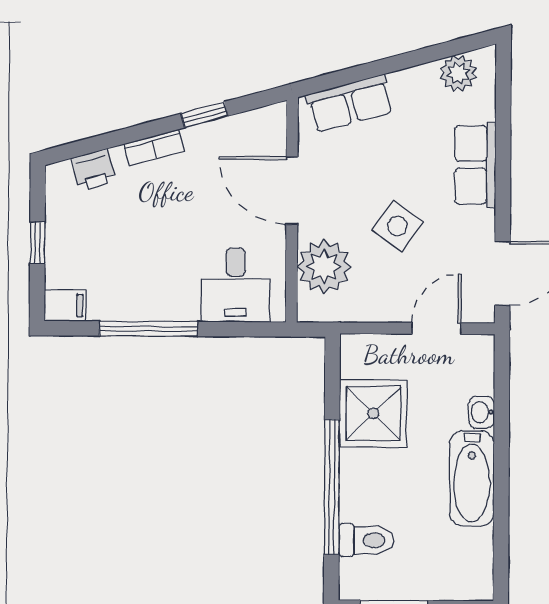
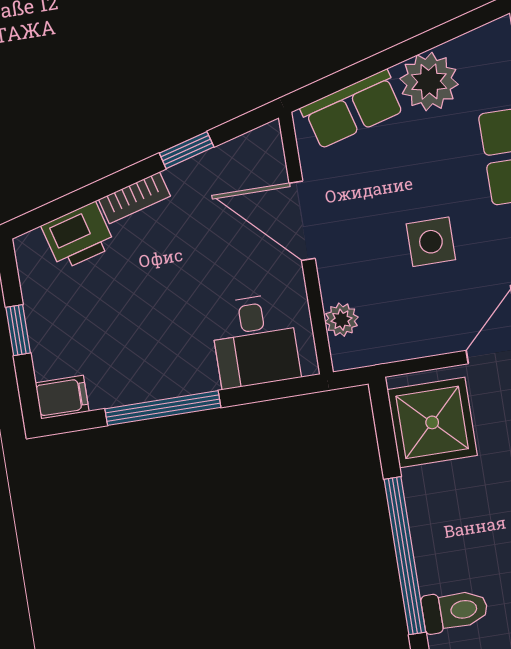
plant: (458, 73) -> (429, 82), moved, width x1.36, depth x1.36
printer: (93, 170) -> (78, 236), width x1.36, depth x1.24
side table: (398, 226) -> (431, 242), turned -35
plant: (324, 267) -> (341, 320), width x0.53, depth x0.53
shower: (373, 413) -> (432, 422), moved

